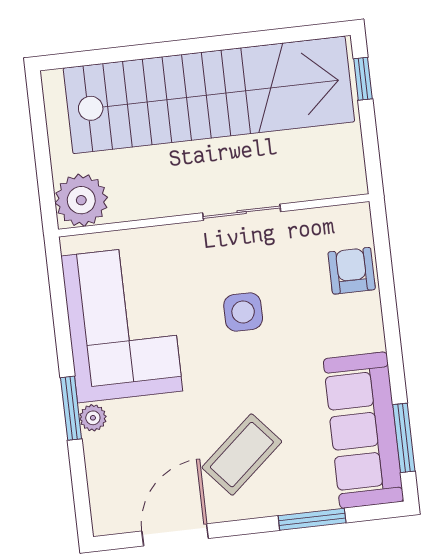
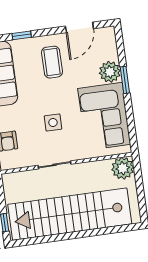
plant: (93, 418) -> (110, 72), width x1.87, depth x1.87
coffee table: (242, 455) -> (52, 62), turned -49
window: (312, 519) -> (22, 35), width x0.67

